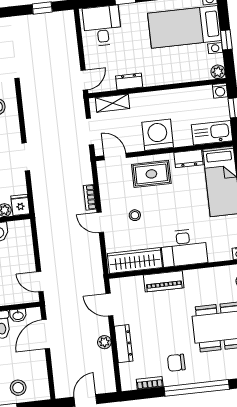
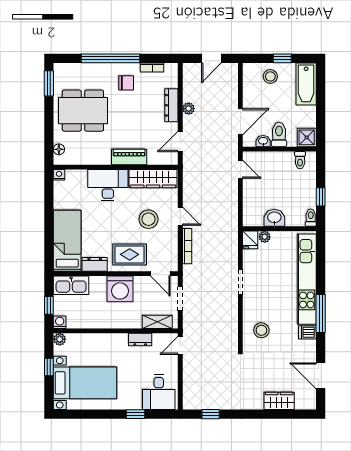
bookcase: (90, 197) -> (187, 246), width x1.56
stool: (135, 215) -> (149, 219), width x1.89, depth x1.89
door: (109, 305) -> (180, 142), swing flipped

